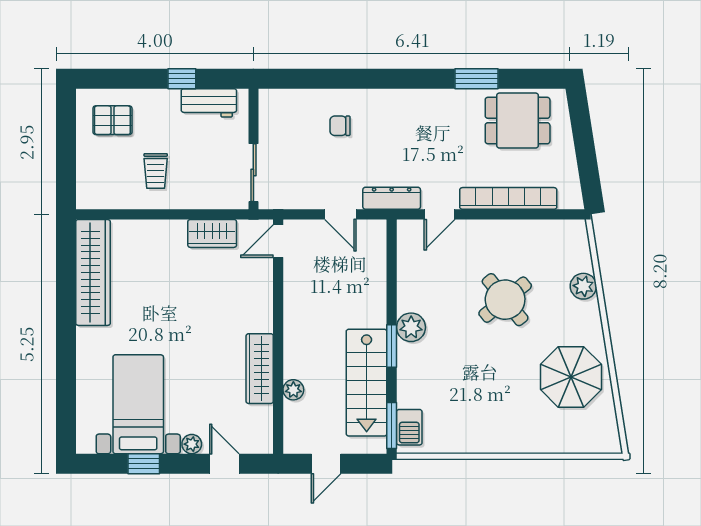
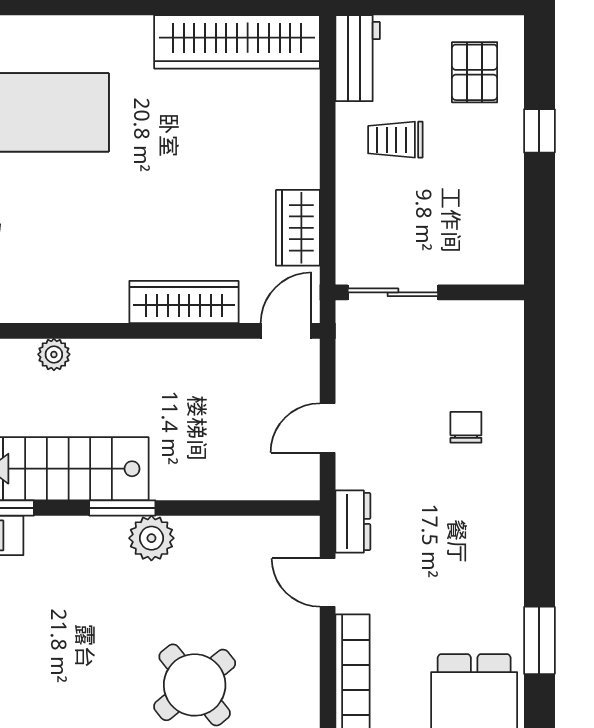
window: (182, 79) -> (539, 131), moved
workbench: (209, 103) -> (358, 58), moved, turned 180
dresser: (392, 198) -> (353, 521), width x0.70
door: (278, 241) -> (286, 331), hinge flipped
wardrobe: (260, 369) -> (184, 302), moved

